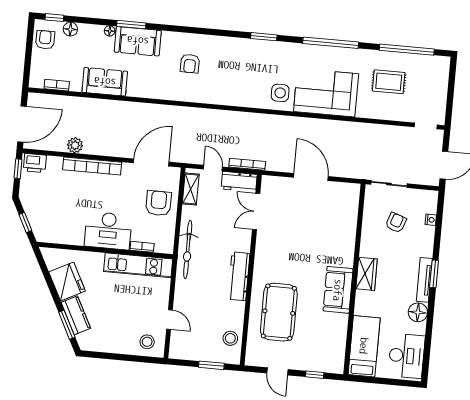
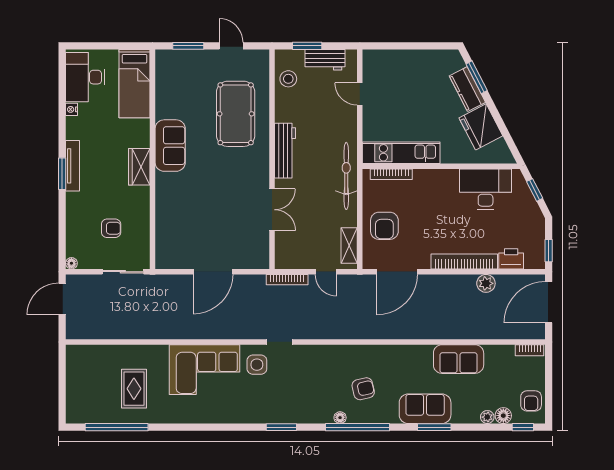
plant: (84, 29) -> (487, 417), added
floor lamp: (110, 31) -> (340, 418), moved
window: (331, 43) -> (358, 427), moved
armchair: (190, 64) -> (363, 389), turned 77
rug: (389, 82) -> (134, 389), turned 90
bookcase: (57, 85) -> (530, 350), moved
doorway: (426, 126) -> (280, 342), moved
printer: (35, 163) -> (511, 259), moved
door: (311, 177) -> (213, 272), hinge flipped
workbench: (239, 182) -> (325, 60), moved, turned 180
double door: (256, 211) -> (272, 210), moved
nightstand: (431, 220) -> (72, 109), moved
armchair: (396, 223) -> (111, 228), turned -109
desk: (108, 231) -> (486, 189), moved
bookcase: (142, 247) -> (391, 174), width x1.56
floor lamp: (418, 312) -> (71, 263), moved, width x0.53, depth x0.53
stool: (147, 342) -> (383, 66), removed
window: (315, 375) -> (188, 46), width x1.50

